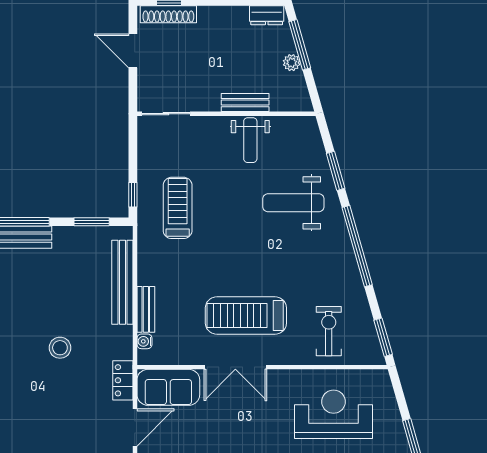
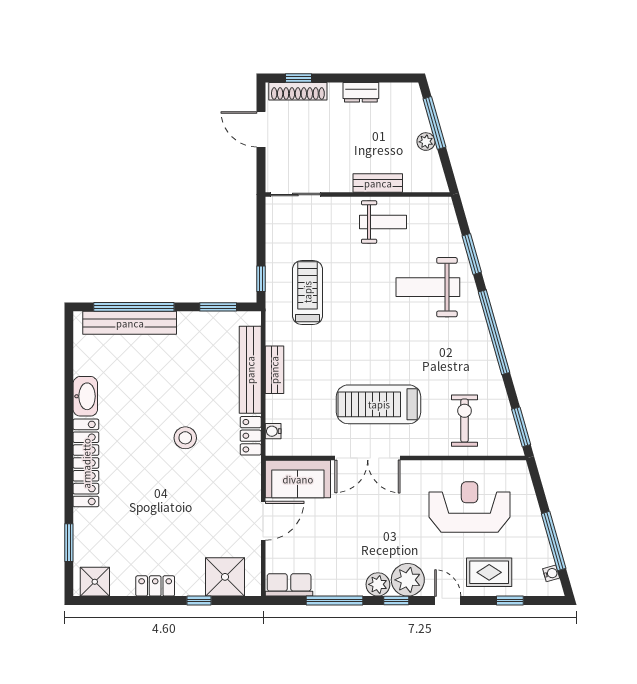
dresser: (267, 15) -> (361, 92), moved
weight bench: (250, 140) -> (383, 222), turned -90
bench: (146, 309) -> (274, 370), moved
locker: (123, 380) -> (251, 436), moved

